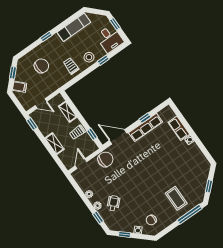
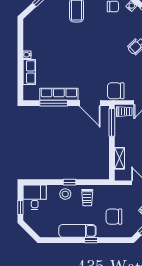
exam couch: (74, 27) -> (77, 231), moved
window: (103, 60) -> (69, 182), moved
window: (145, 118) -> (54, 103), width x2.17
trolley: (77, 132) -> (124, 112), moved
window: (92, 134) -> (112, 122), width x2.17

